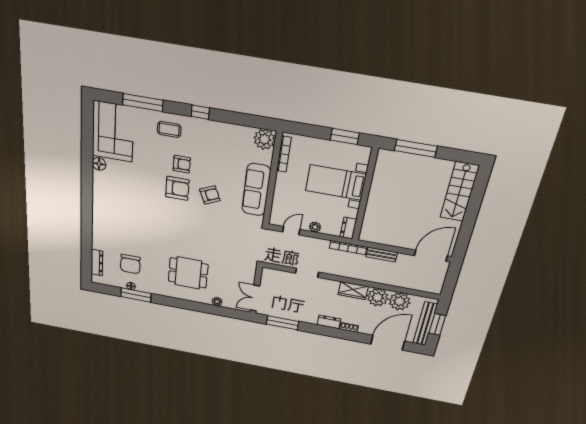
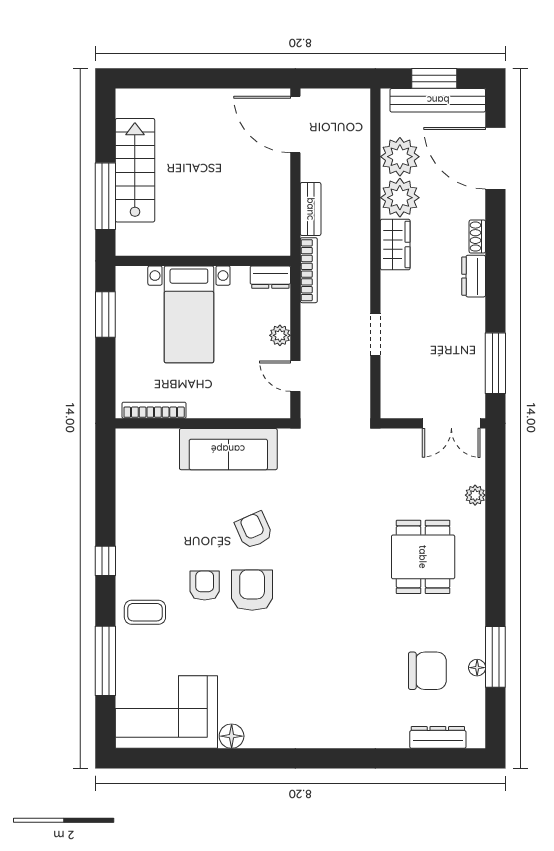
coffee table: (169, 129) -> (145, 612), turned 90
plant: (264, 139) -> (134, 447), removed
stairs: (459, 192) -> (135, 170), moved, turned -90

